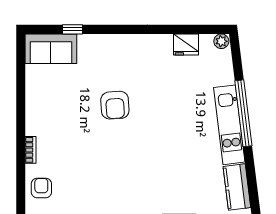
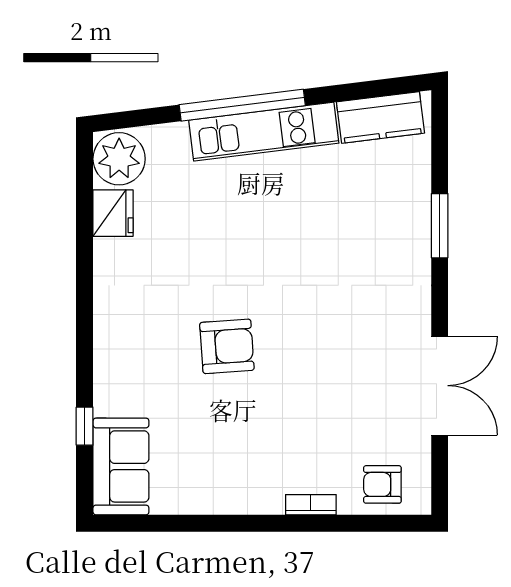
plant: (221, 41) -> (119, 159), width x1.87, depth x1.87

